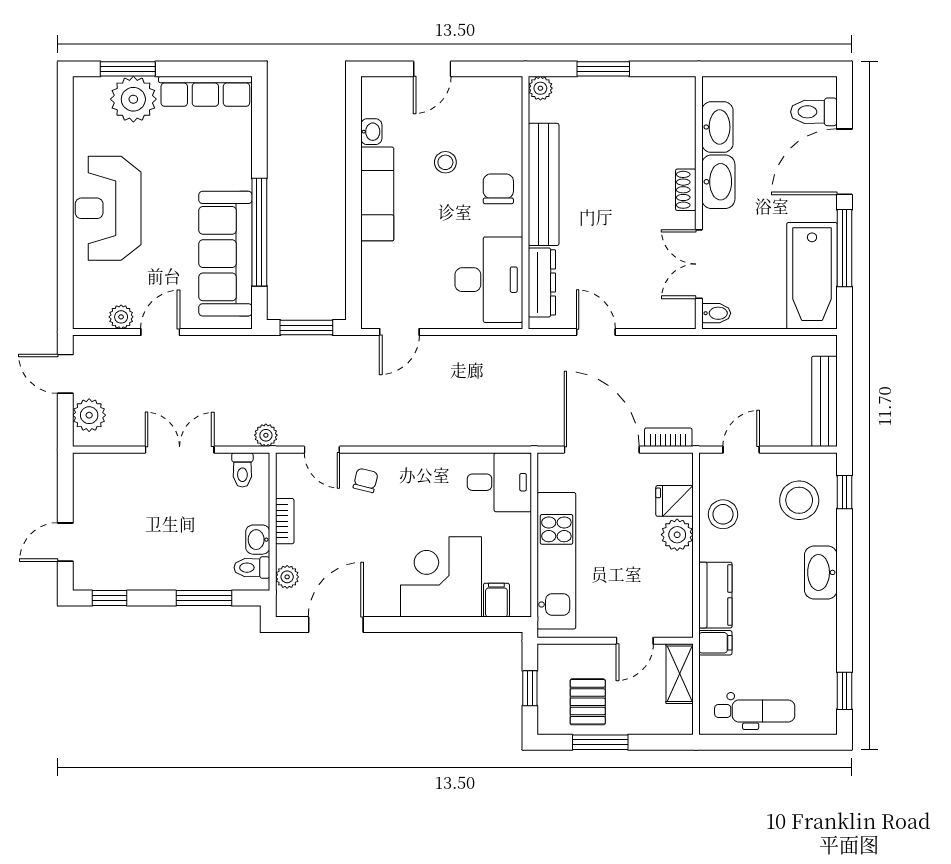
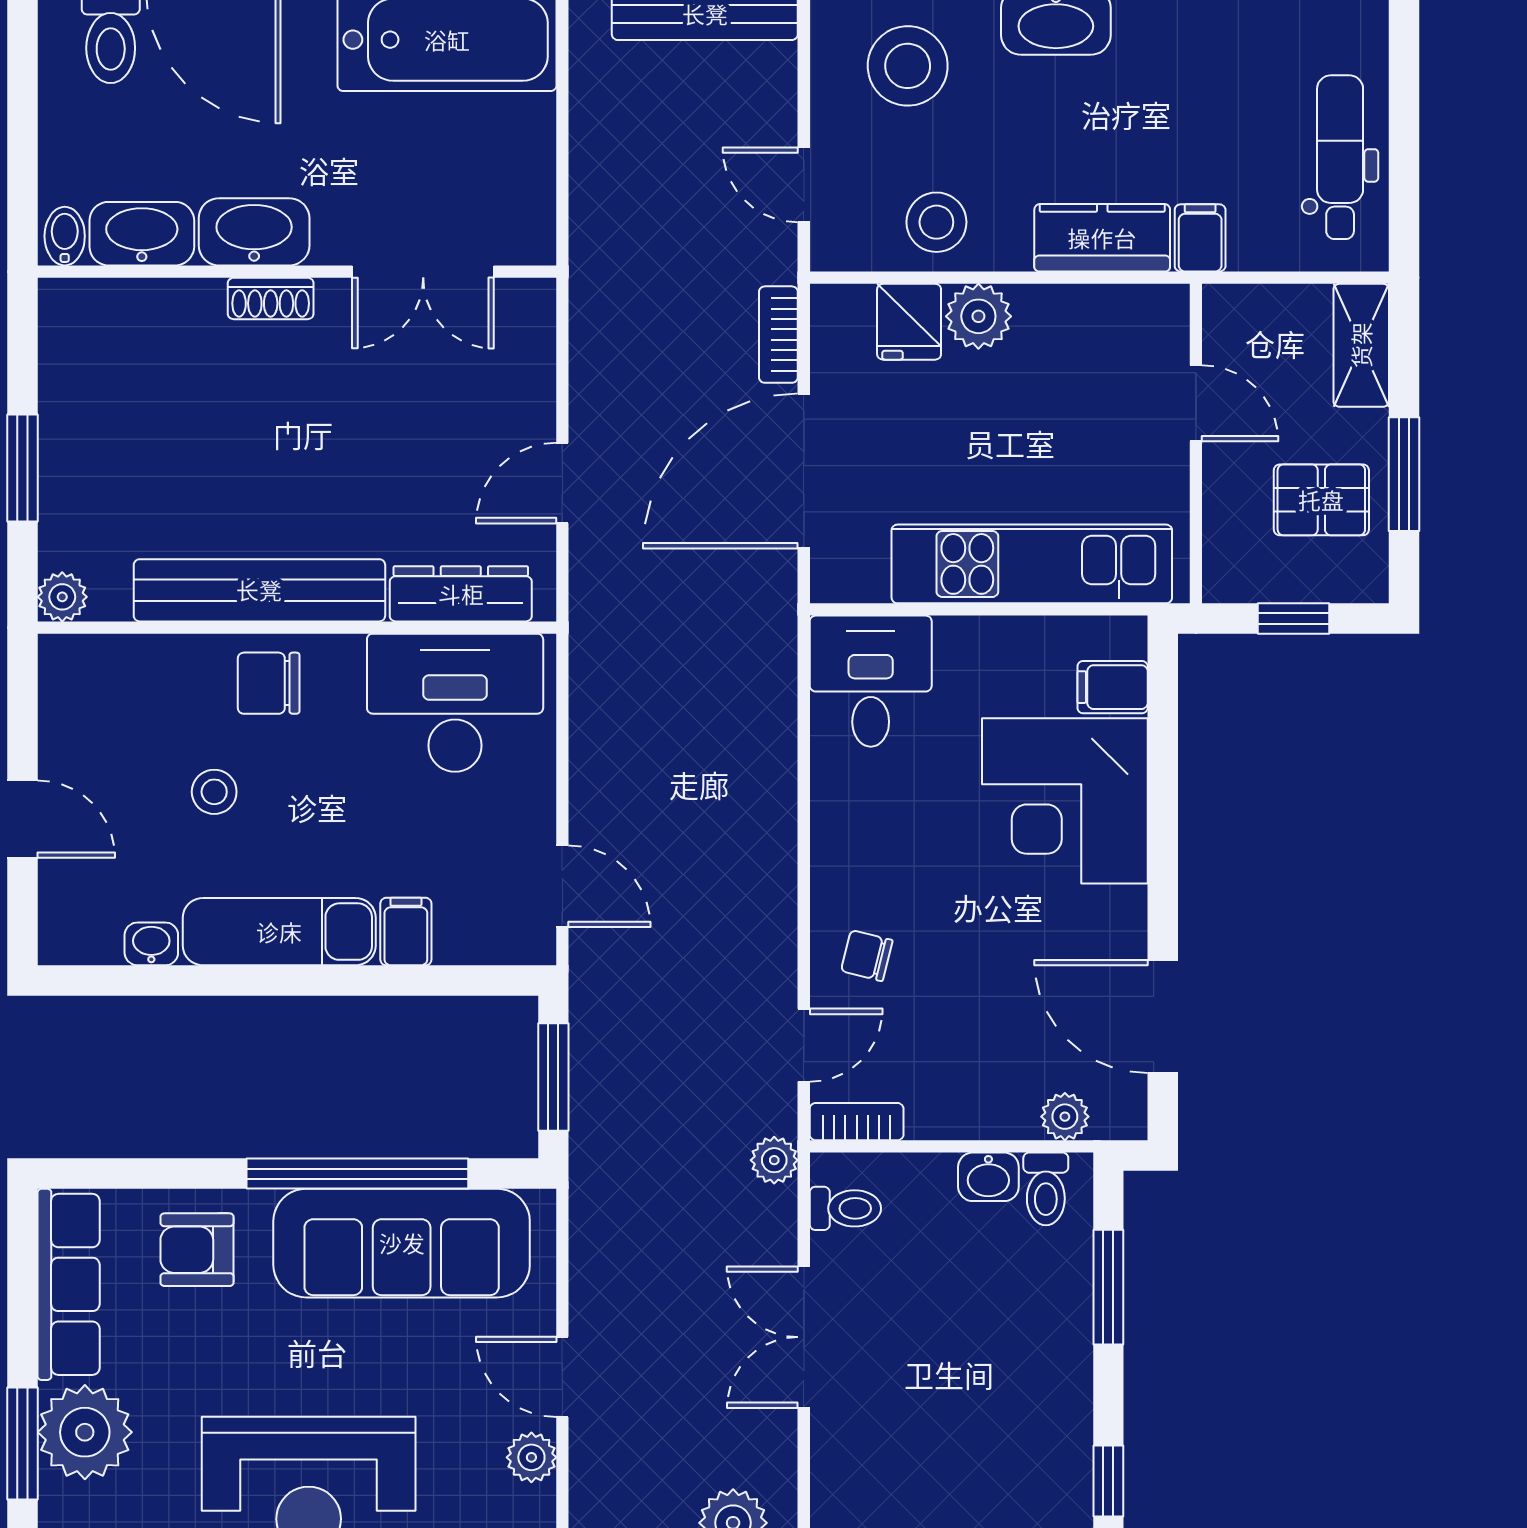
armchair: (222, 154) -> (197, 1250), added
filing cabinet: (377, 256) -> (406, 932), added
bidet: (716, 313) -> (65, 236), moved
bookcase: (285, 521) -> (857, 1122), moved
shelving: (680, 674) -> (1361, 345), moved, turned 90

